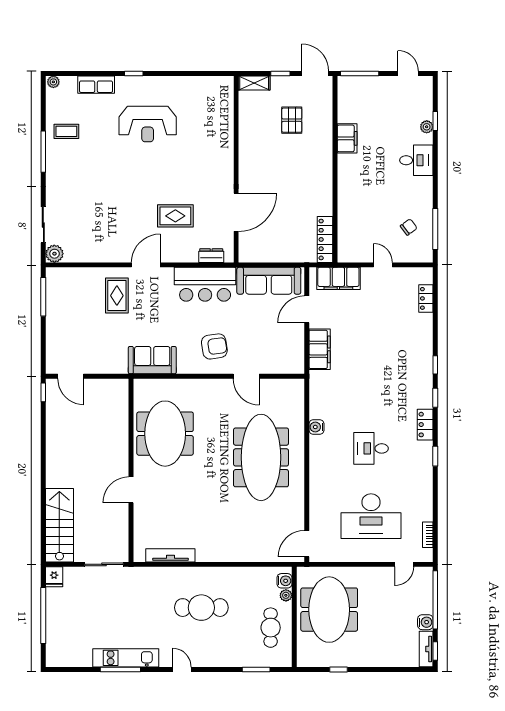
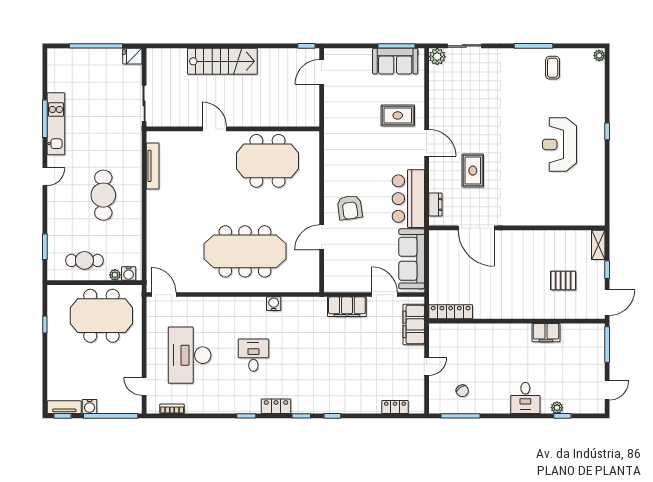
row of seats: (96, 85) -> (597, 96), removed
sofa: (152, 360) -> (395, 61), moved, turned 90
stairs: (59, 525) -> (222, 61), moved

